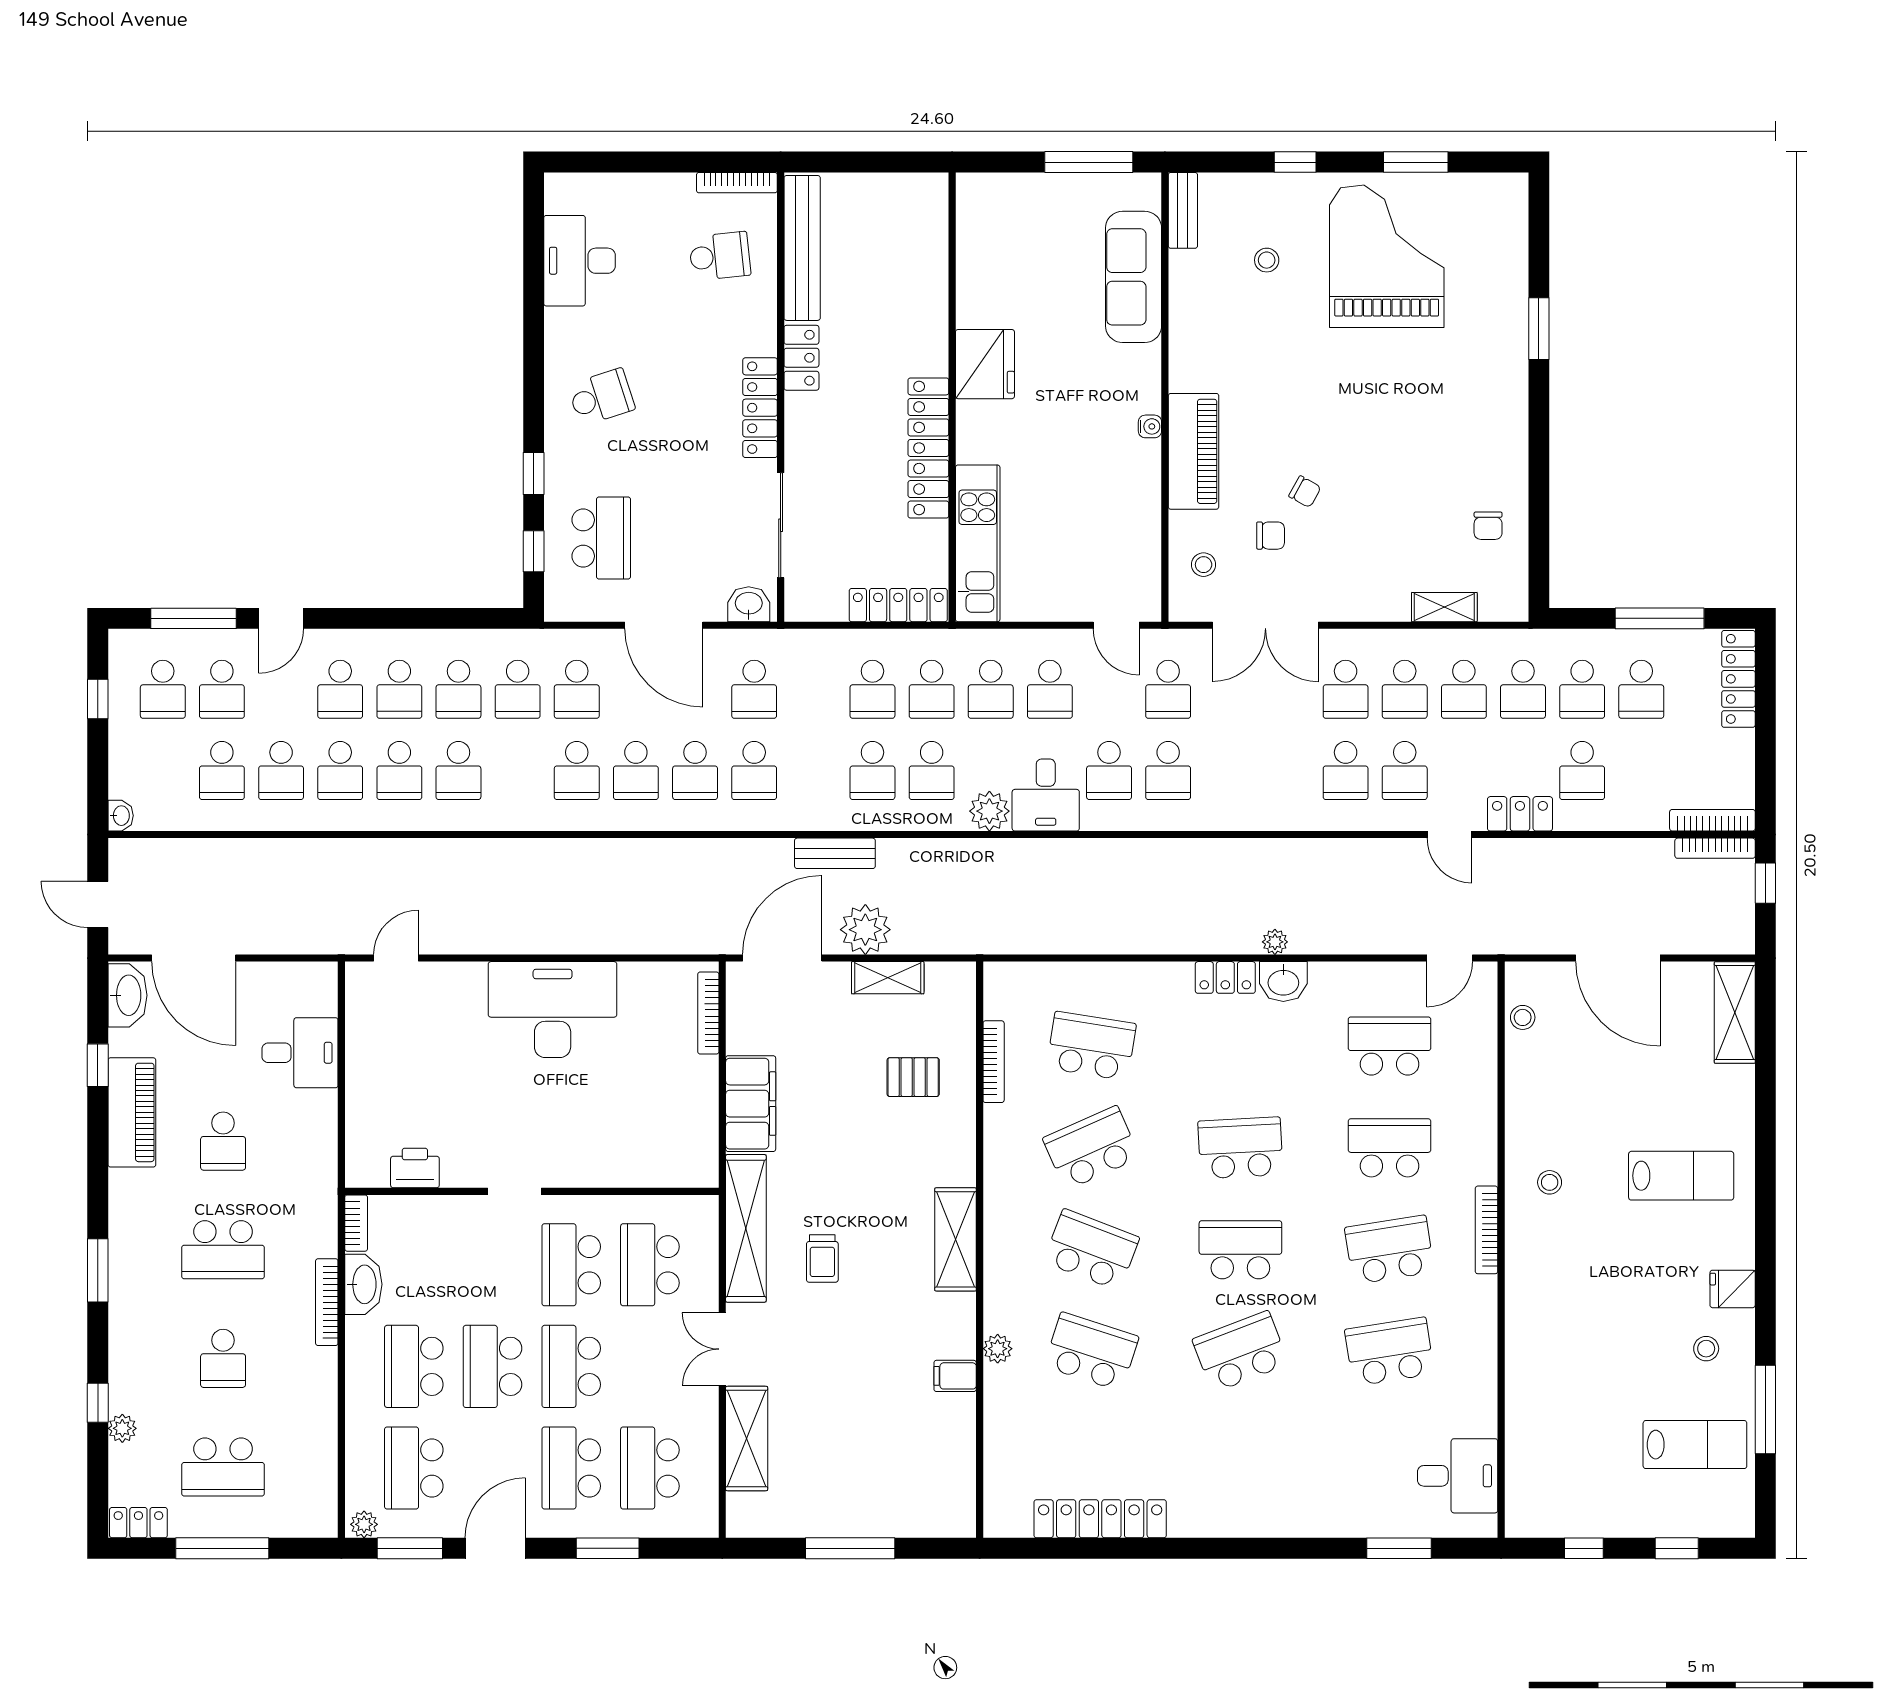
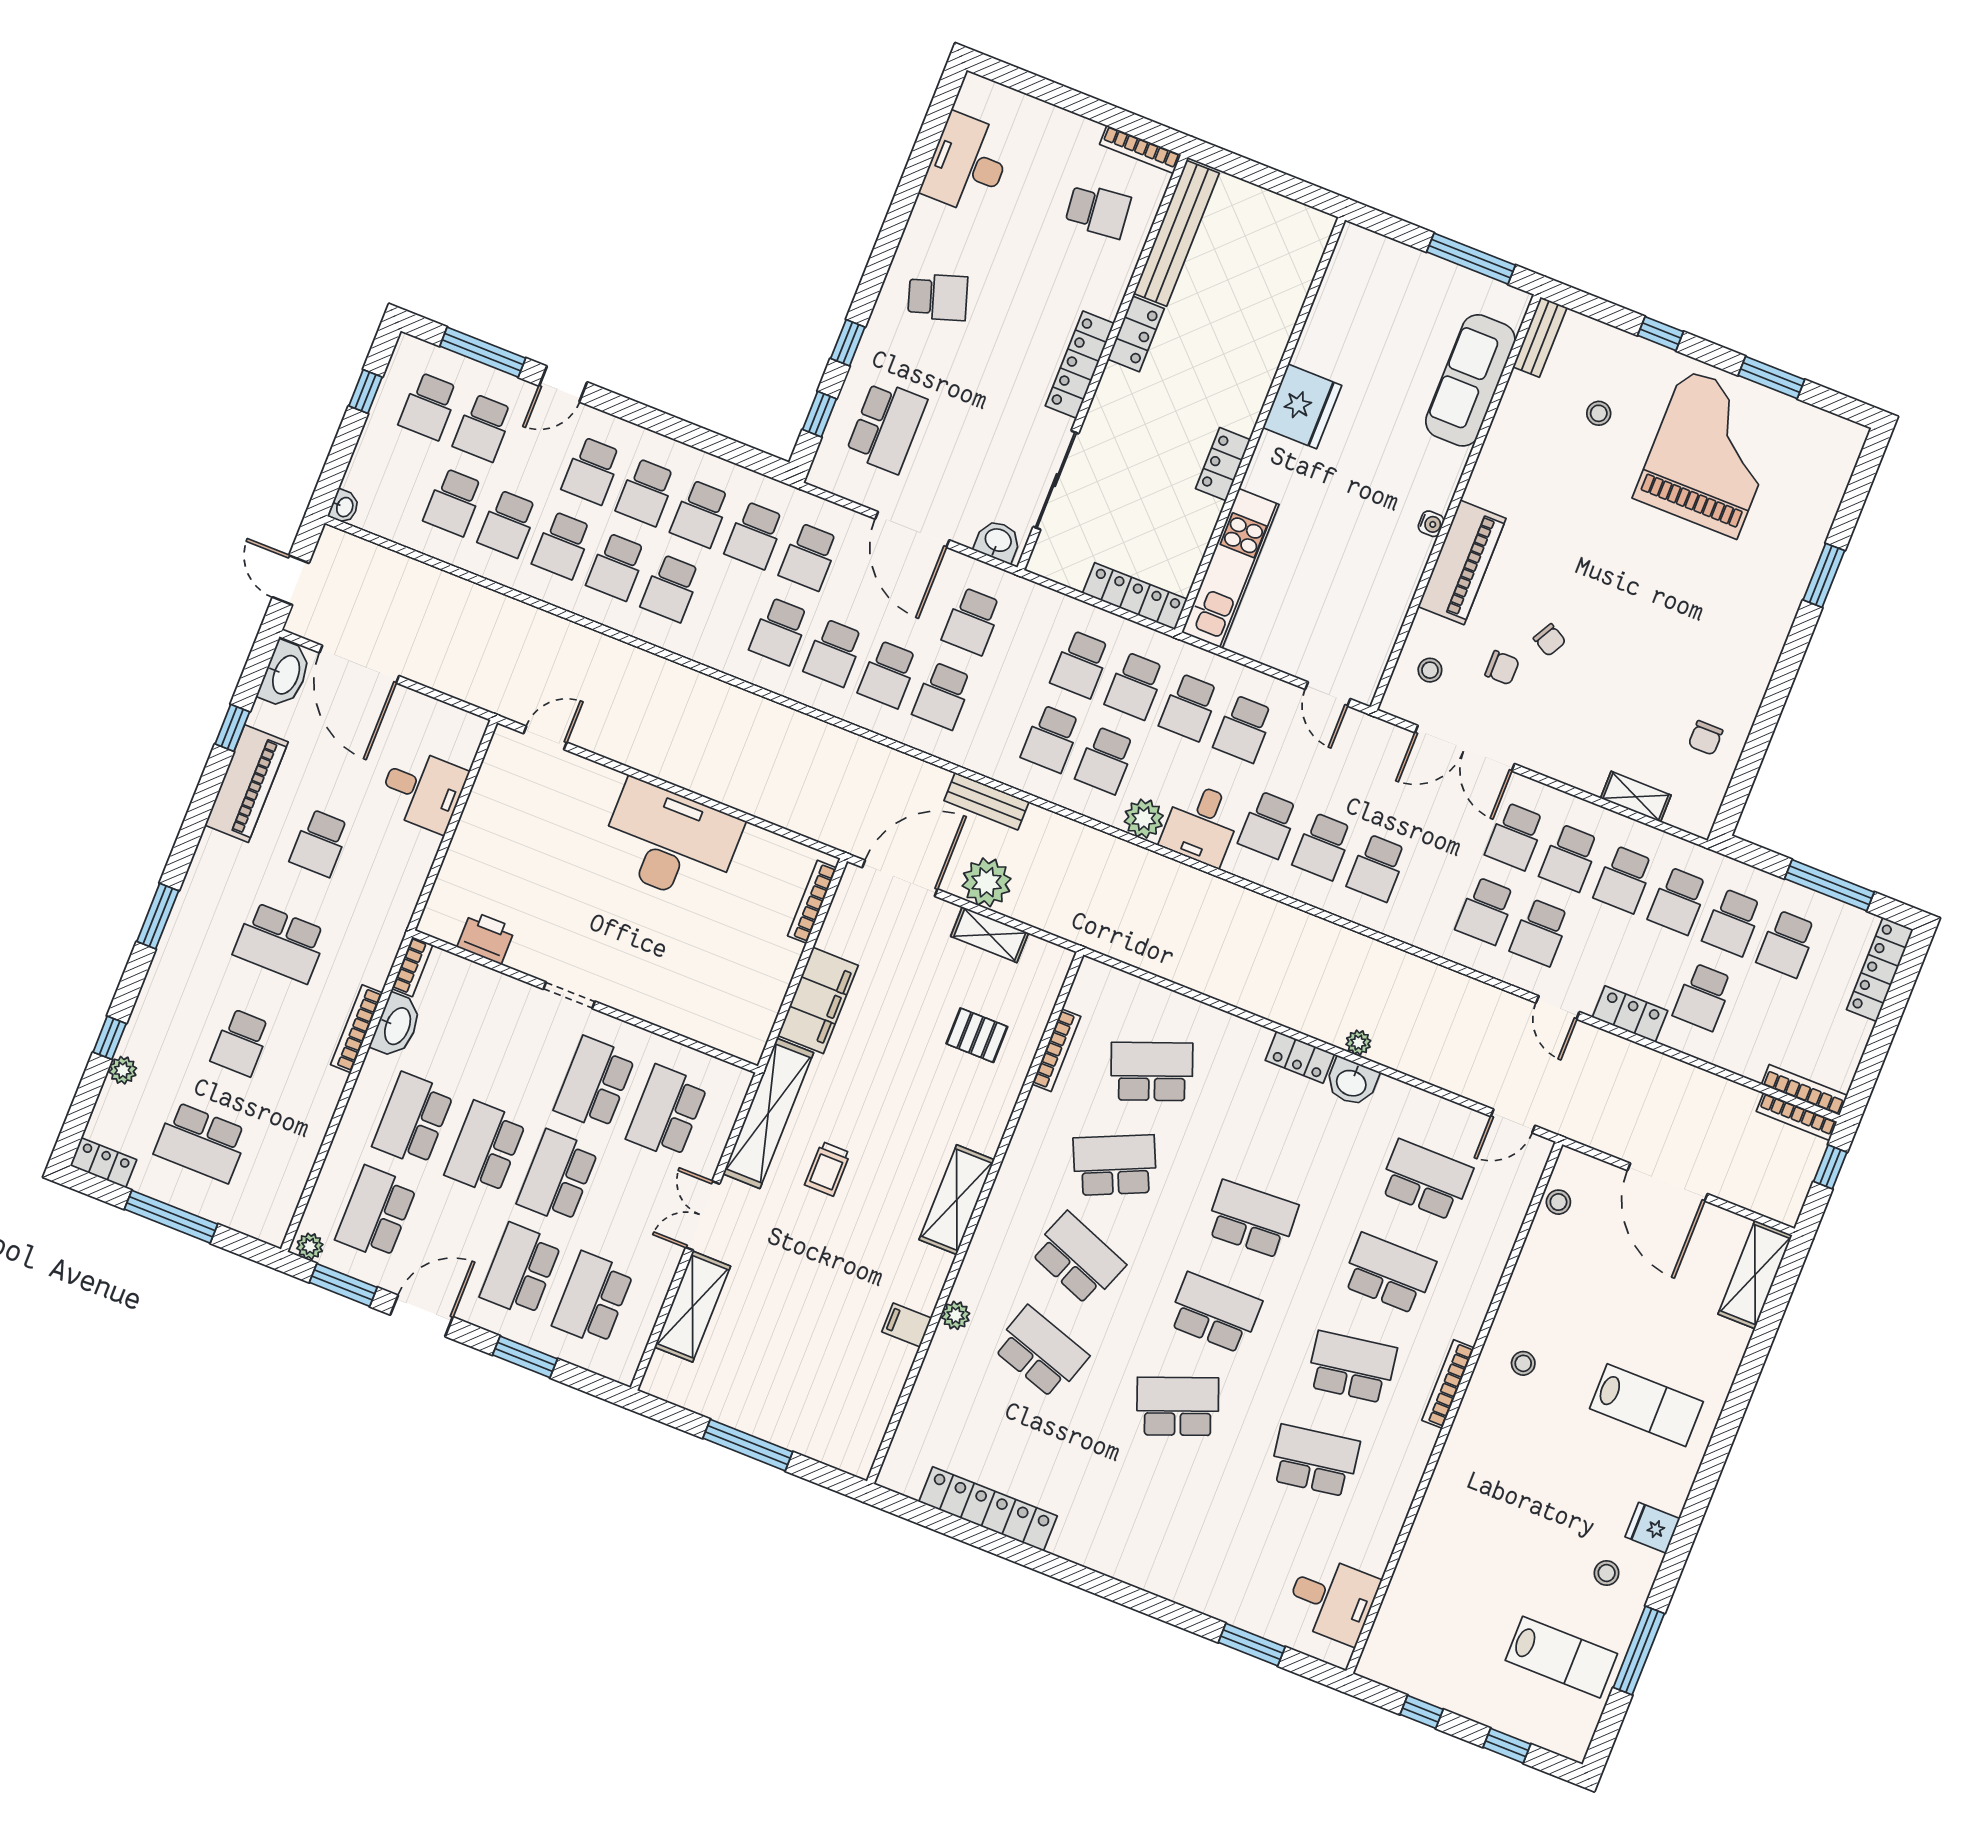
locker: (928, 448) -> (1223, 464), width x0.46, depth x0.83
school desk: (1168, 689) -> (1377, 868), moved
school desk: (1091, 1046) -> (1152, 1071), turned -30

